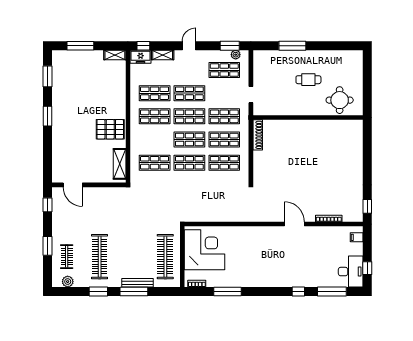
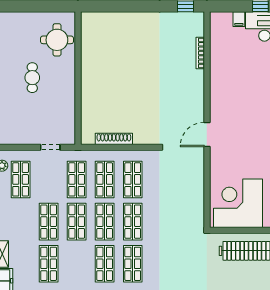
shop shelf: (155, 116) -> (105, 264), moved
shoe rack: (258, 135) -> (114, 139), moved
door: (294, 224) -> (207, 134), moved
filing cabinet: (357, 237) -> (239, 19), moved

